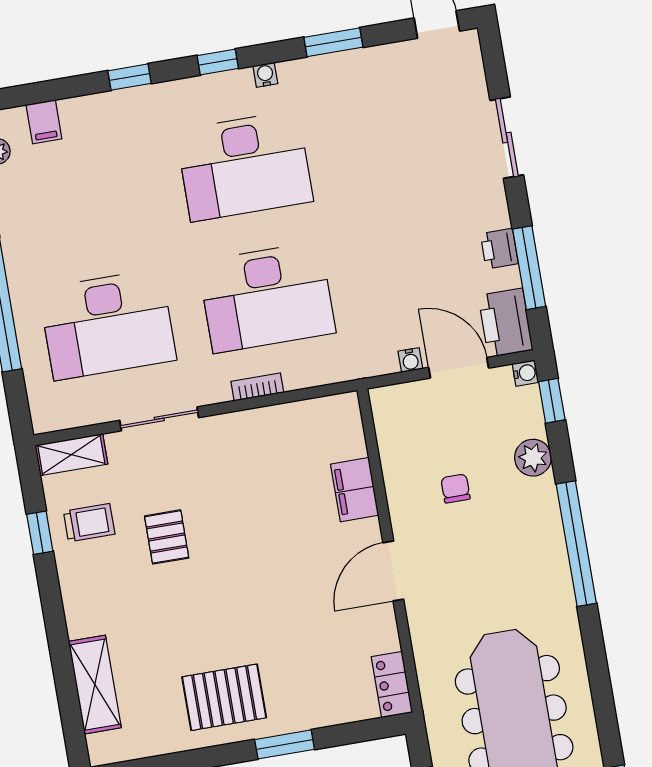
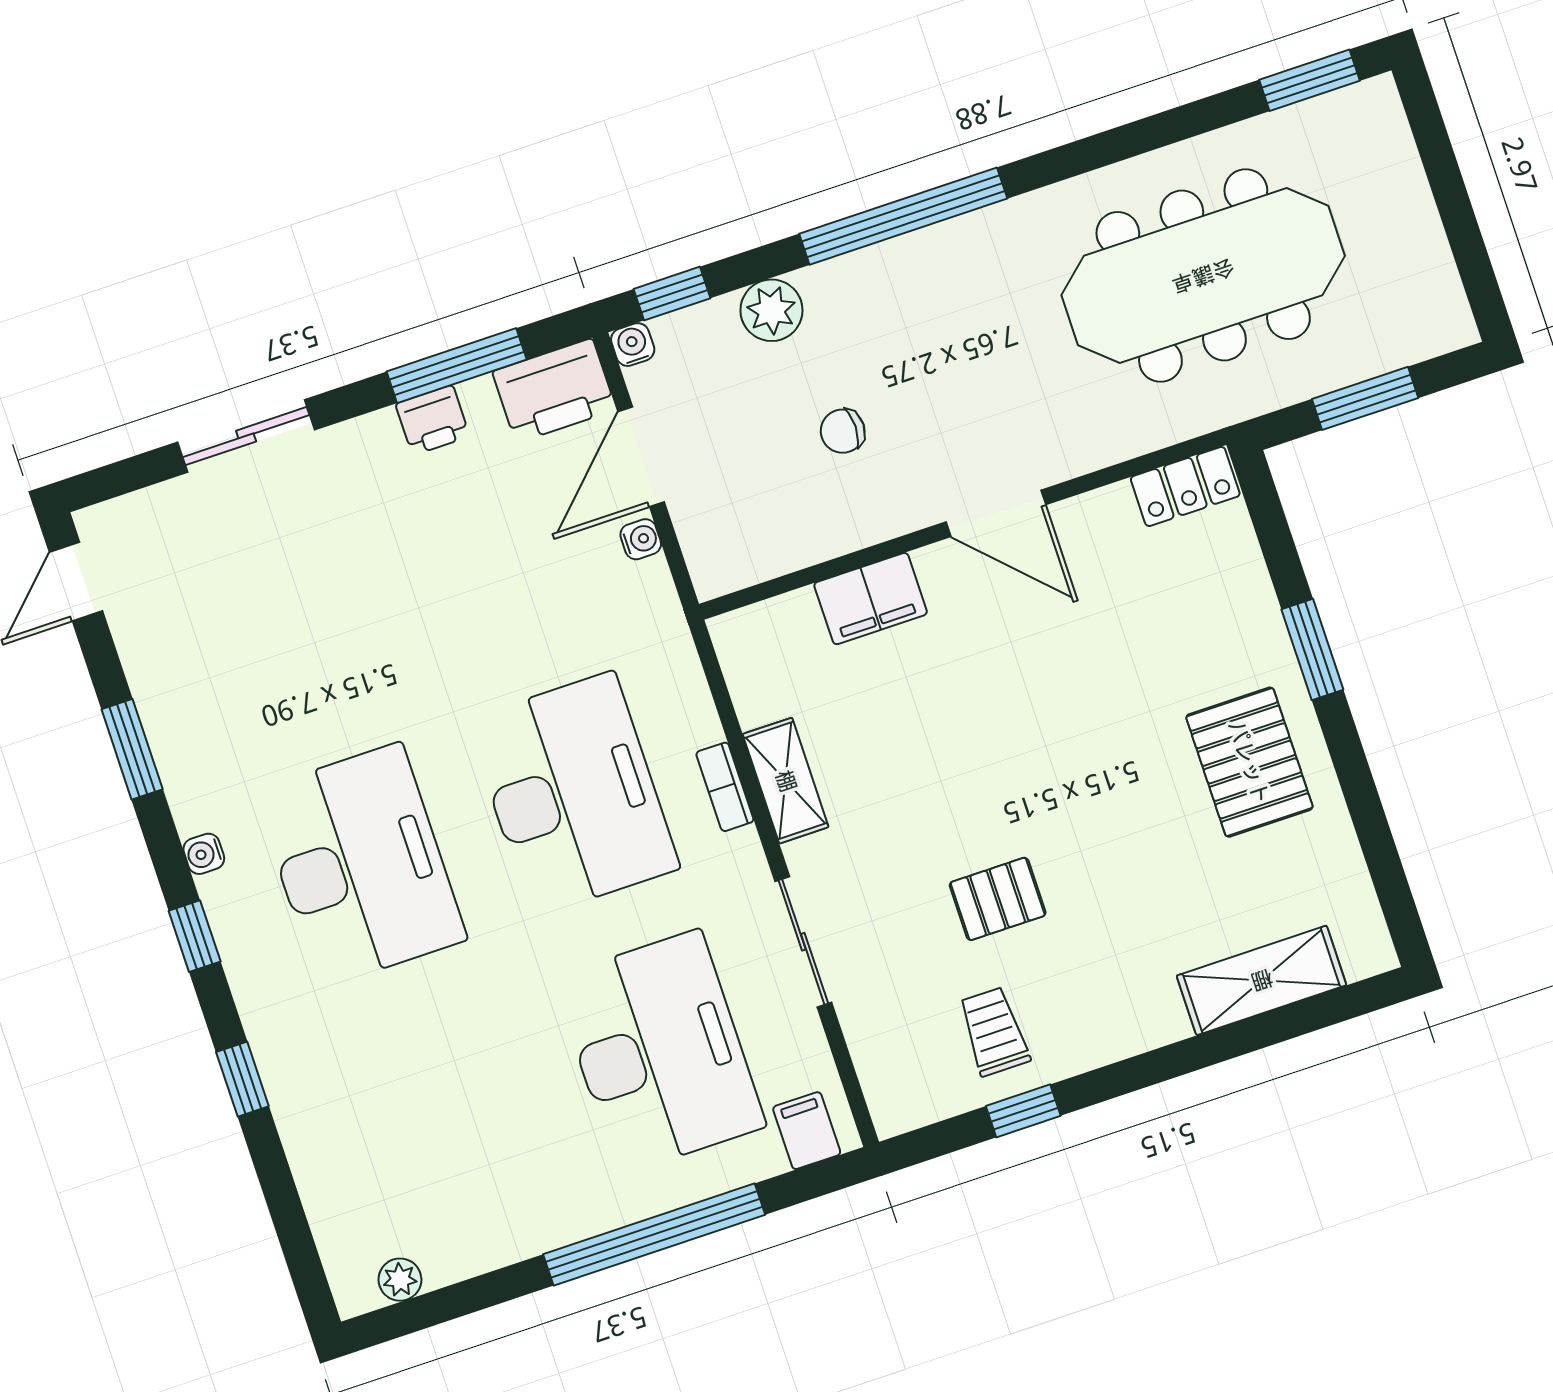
filing cabinet: (44, 122) -> (807, 1131), moved, turned -90
shelving: (71, 455) -> (786, 781), moved

